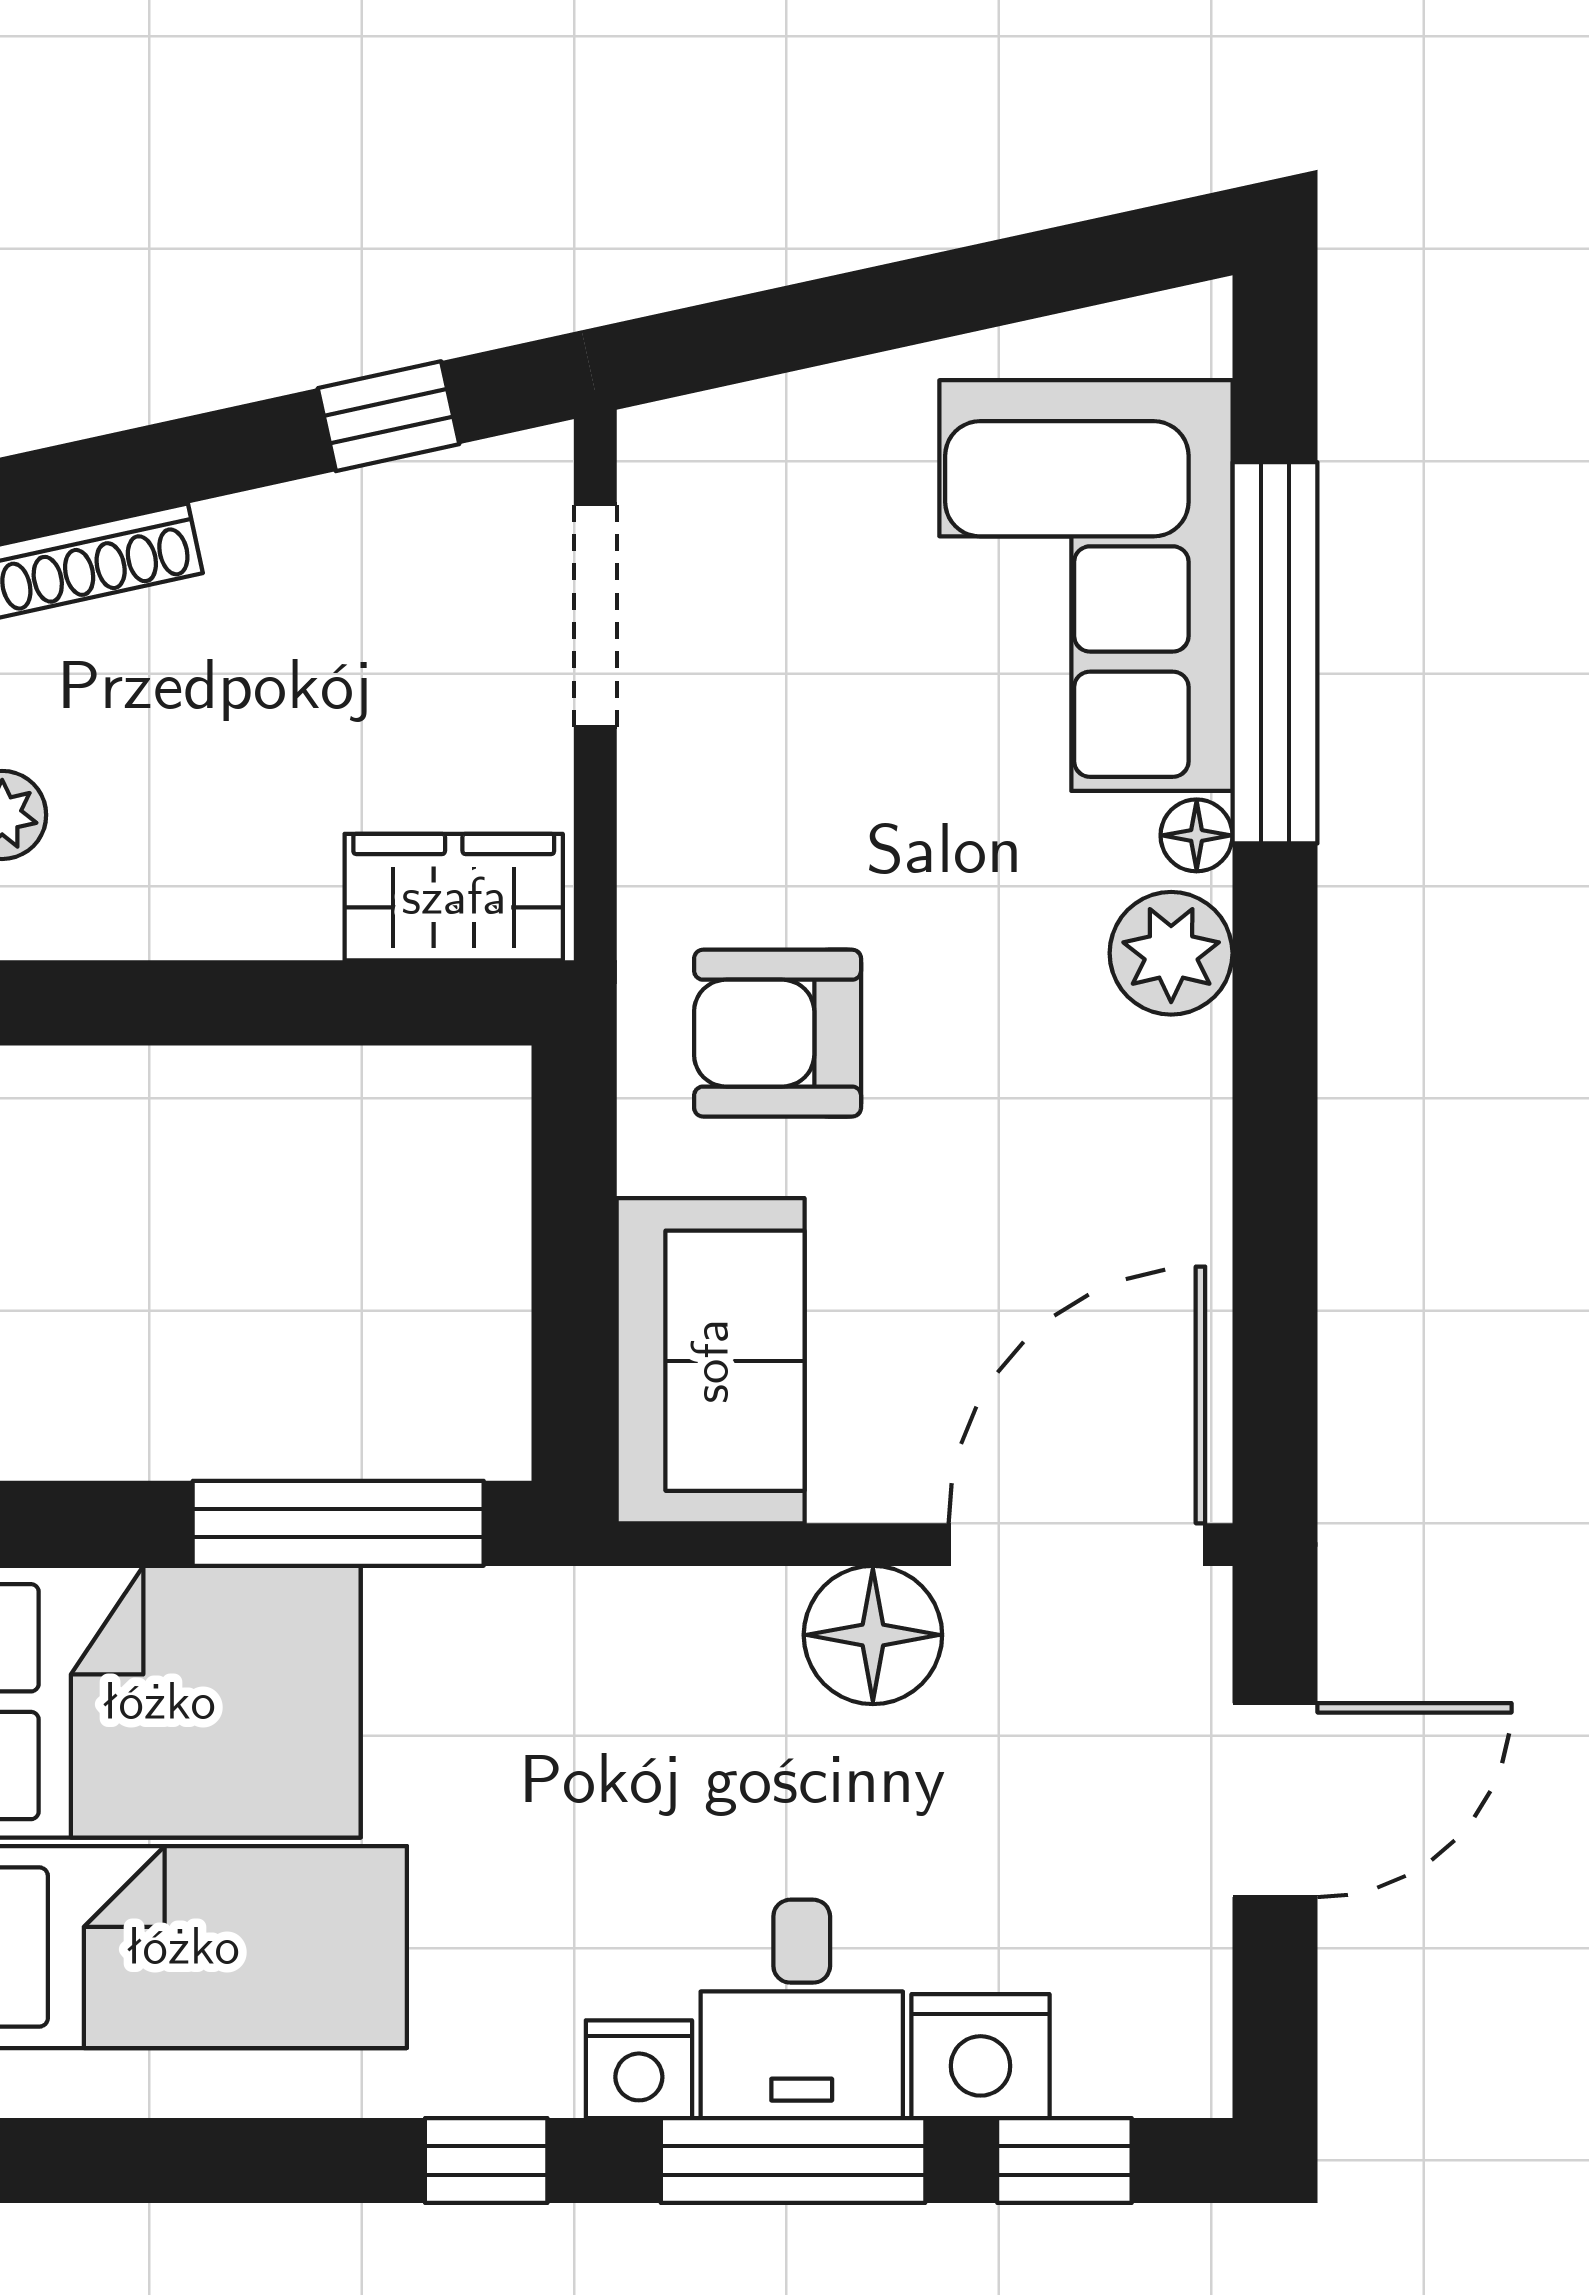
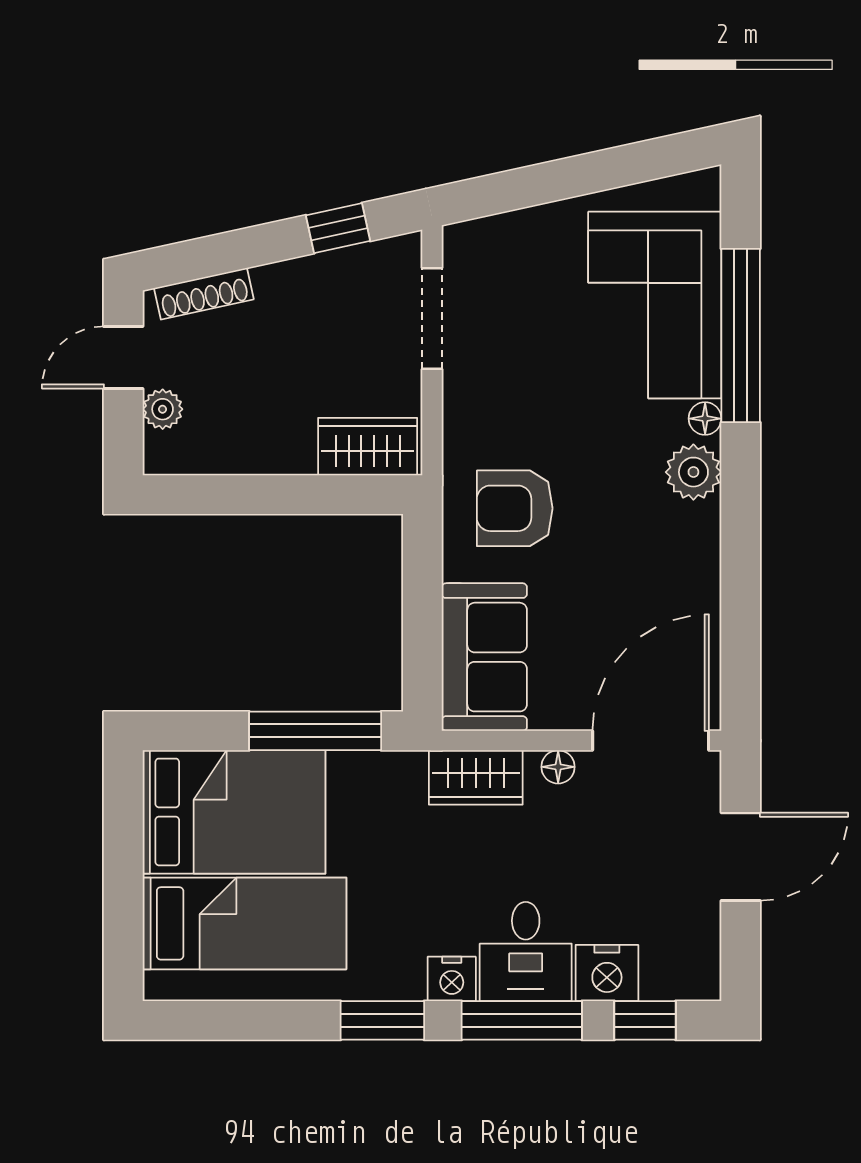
wardrobe: (692, 1626) -> (476, 777), added
floor lamp: (873, 1635) -> (558, 767), width x0.53, depth x0.53
window: (486, 2160) -> (382, 1020), width x1.50

